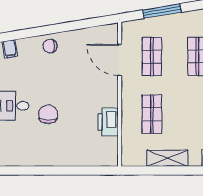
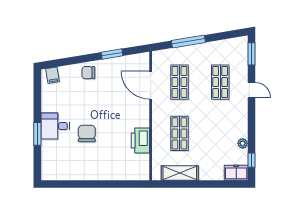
window: (76, 25) -> (112, 54), added
shelving: (167, 158) -> (180, 173), moved

